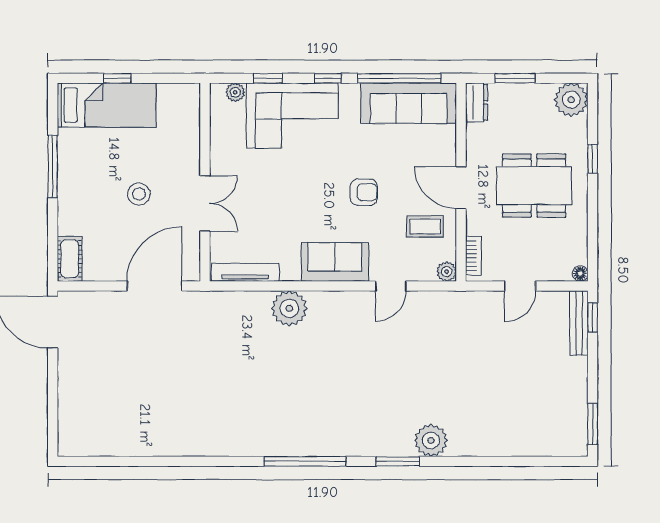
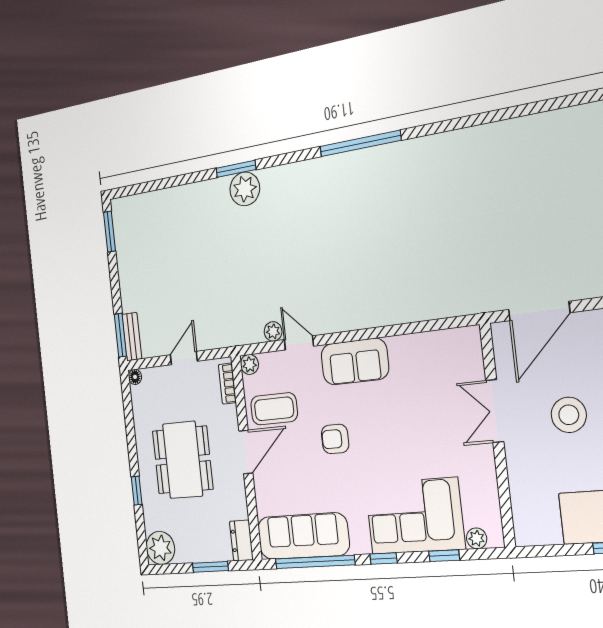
dining table: (534, 186) -> (183, 460), turned 90
door: (461, 188) -> (246, 452), hinge flipped
stool: (139, 194) -> (569, 415), width x1.38, depth x1.38
coffee table: (425, 226) -> (274, 409), width x1.36, depth x1.30
tv unit: (245, 272) -> (444, 339), removed
door: (391, 286) -> (299, 343), hinge flipped
plant: (289, 308) -> (273, 331), moved, width x0.53, depth x0.53
window: (593, 317) -> (120, 335), width x1.50
bench: (579, 323) -> (132, 337), width x0.73
window: (398, 461) -> (236, 169), moved

